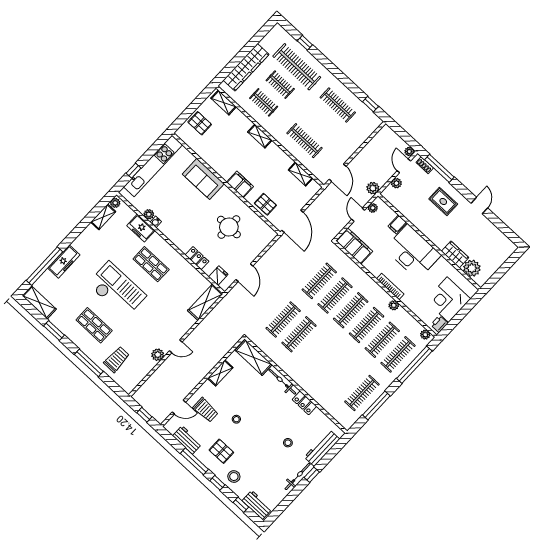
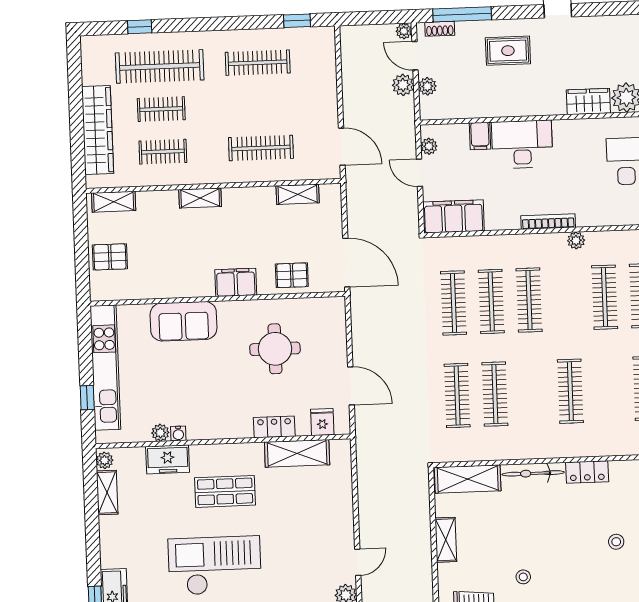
plant: (373, 188) -> (403, 85), moved
desk: (413, 252) -> (522, 144), width x0.73, depth x0.77
shelving: (205, 302) -> (297, 453), moved, turned 90
clothes rail: (367, 325) -> (570, 391), moved

